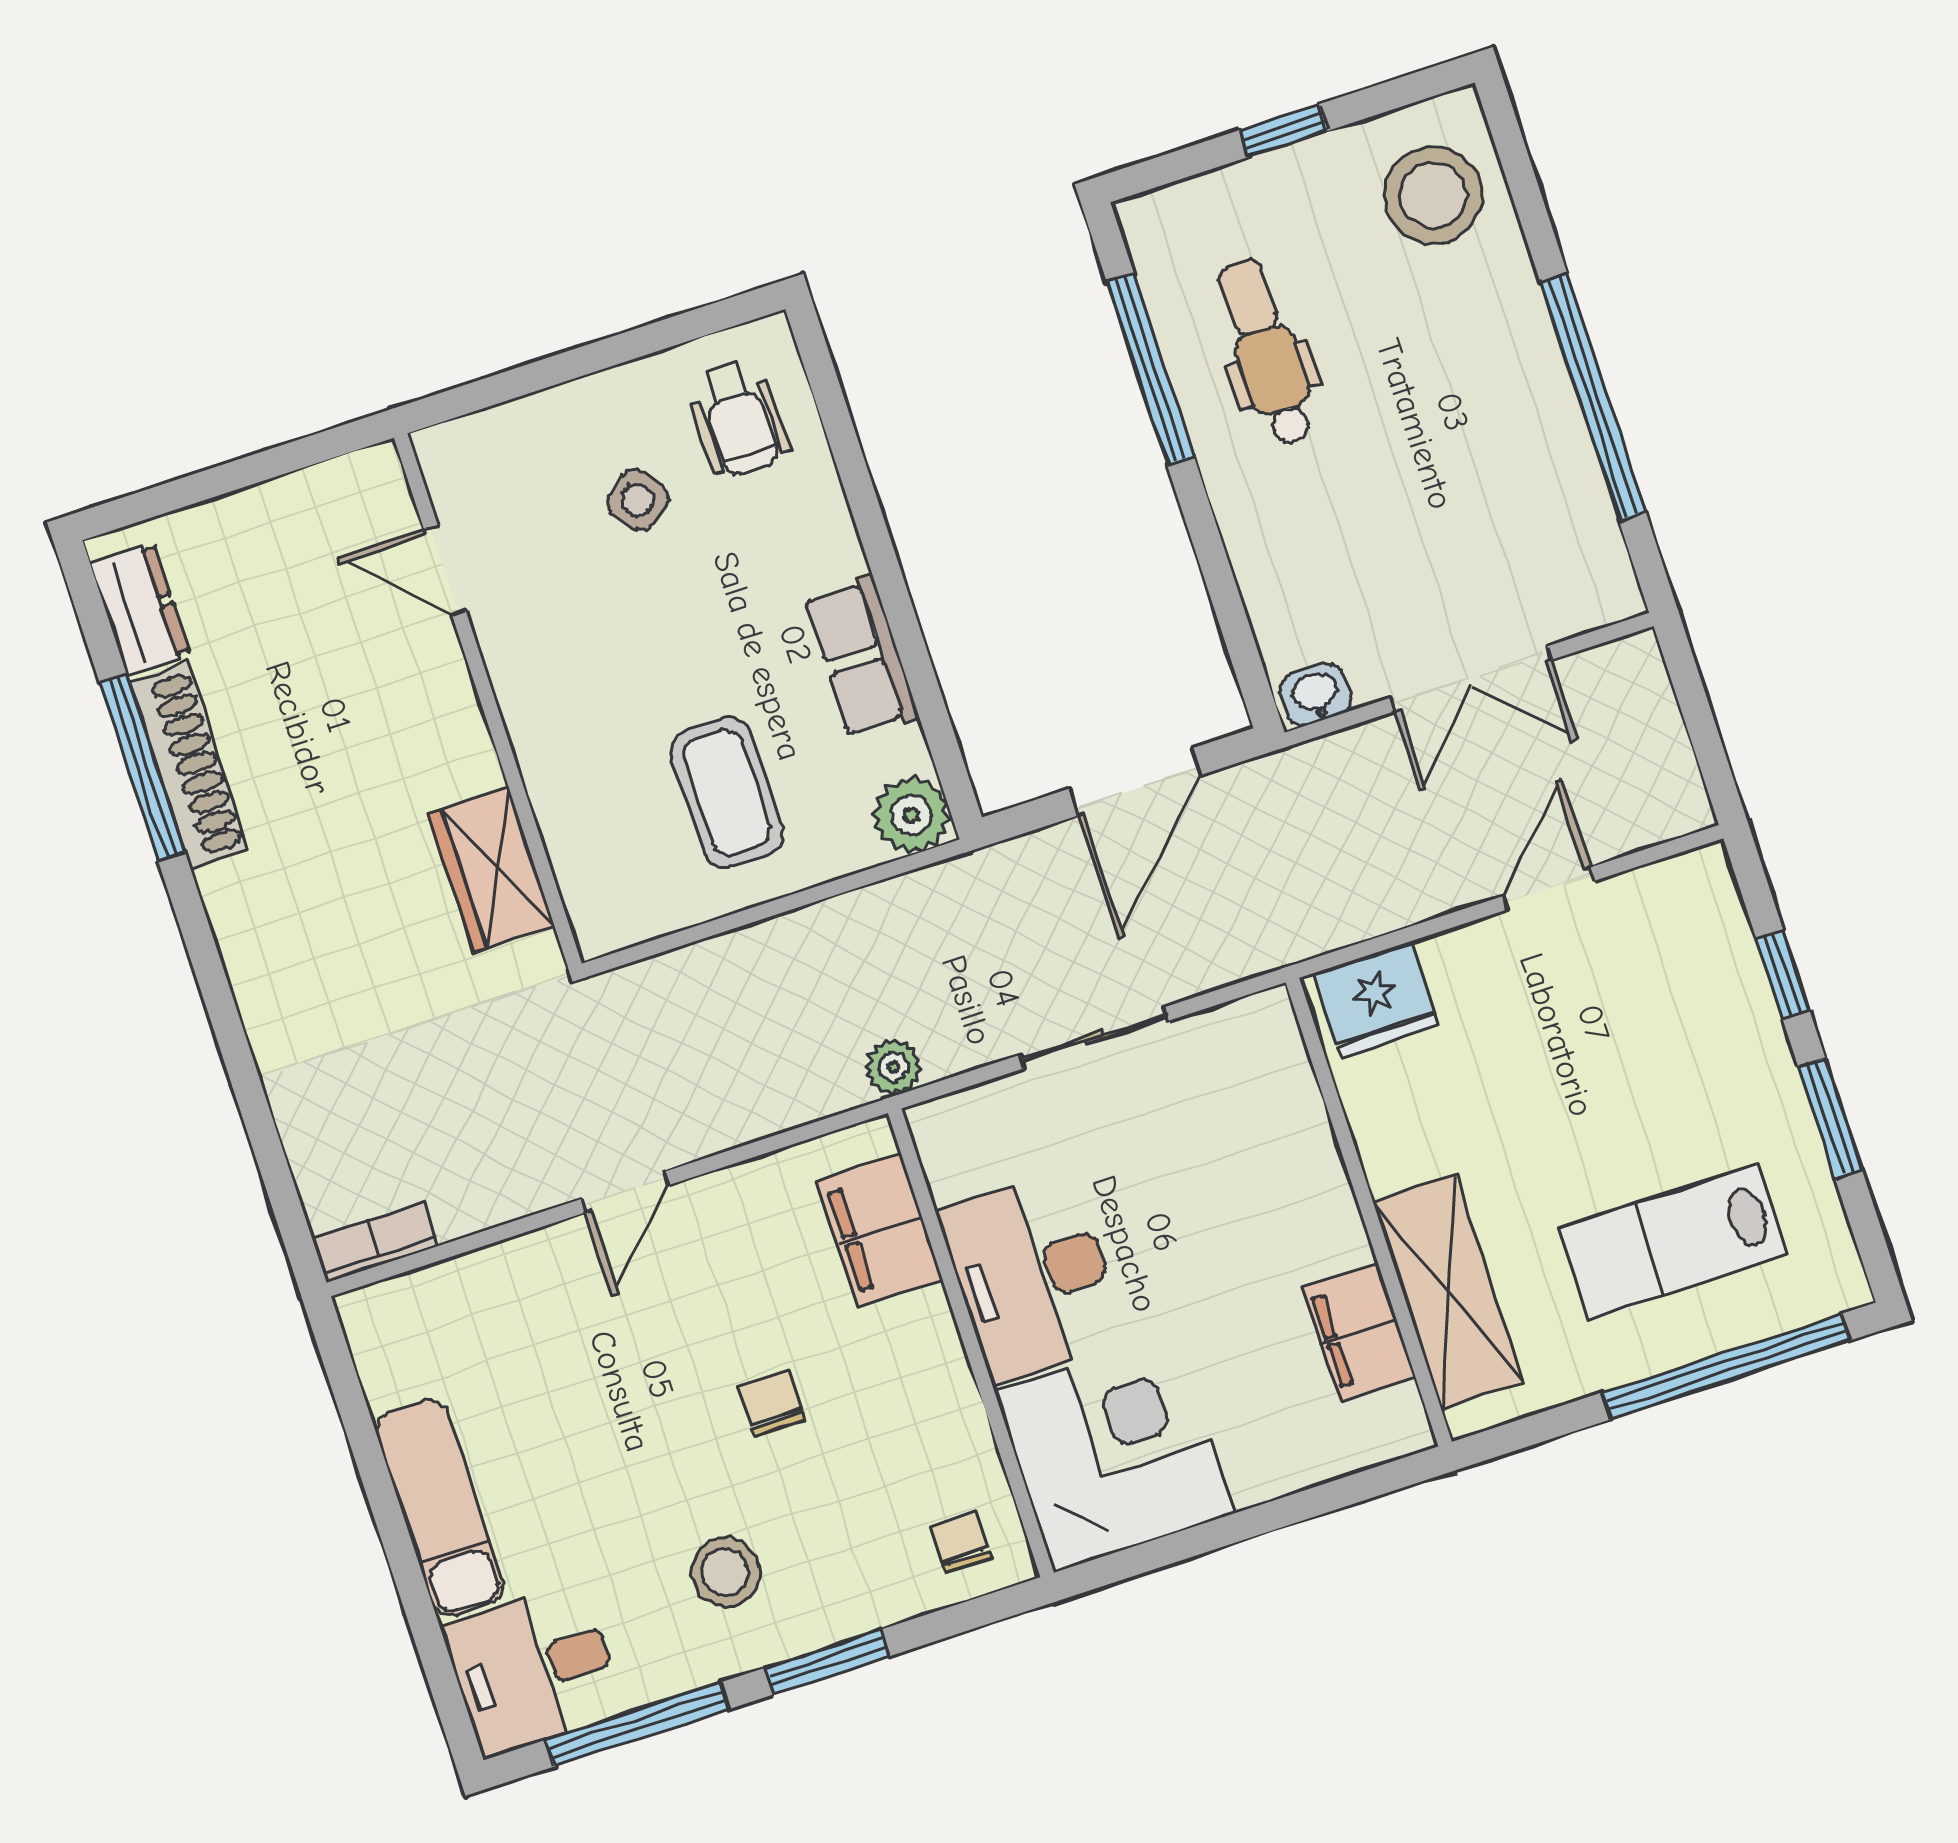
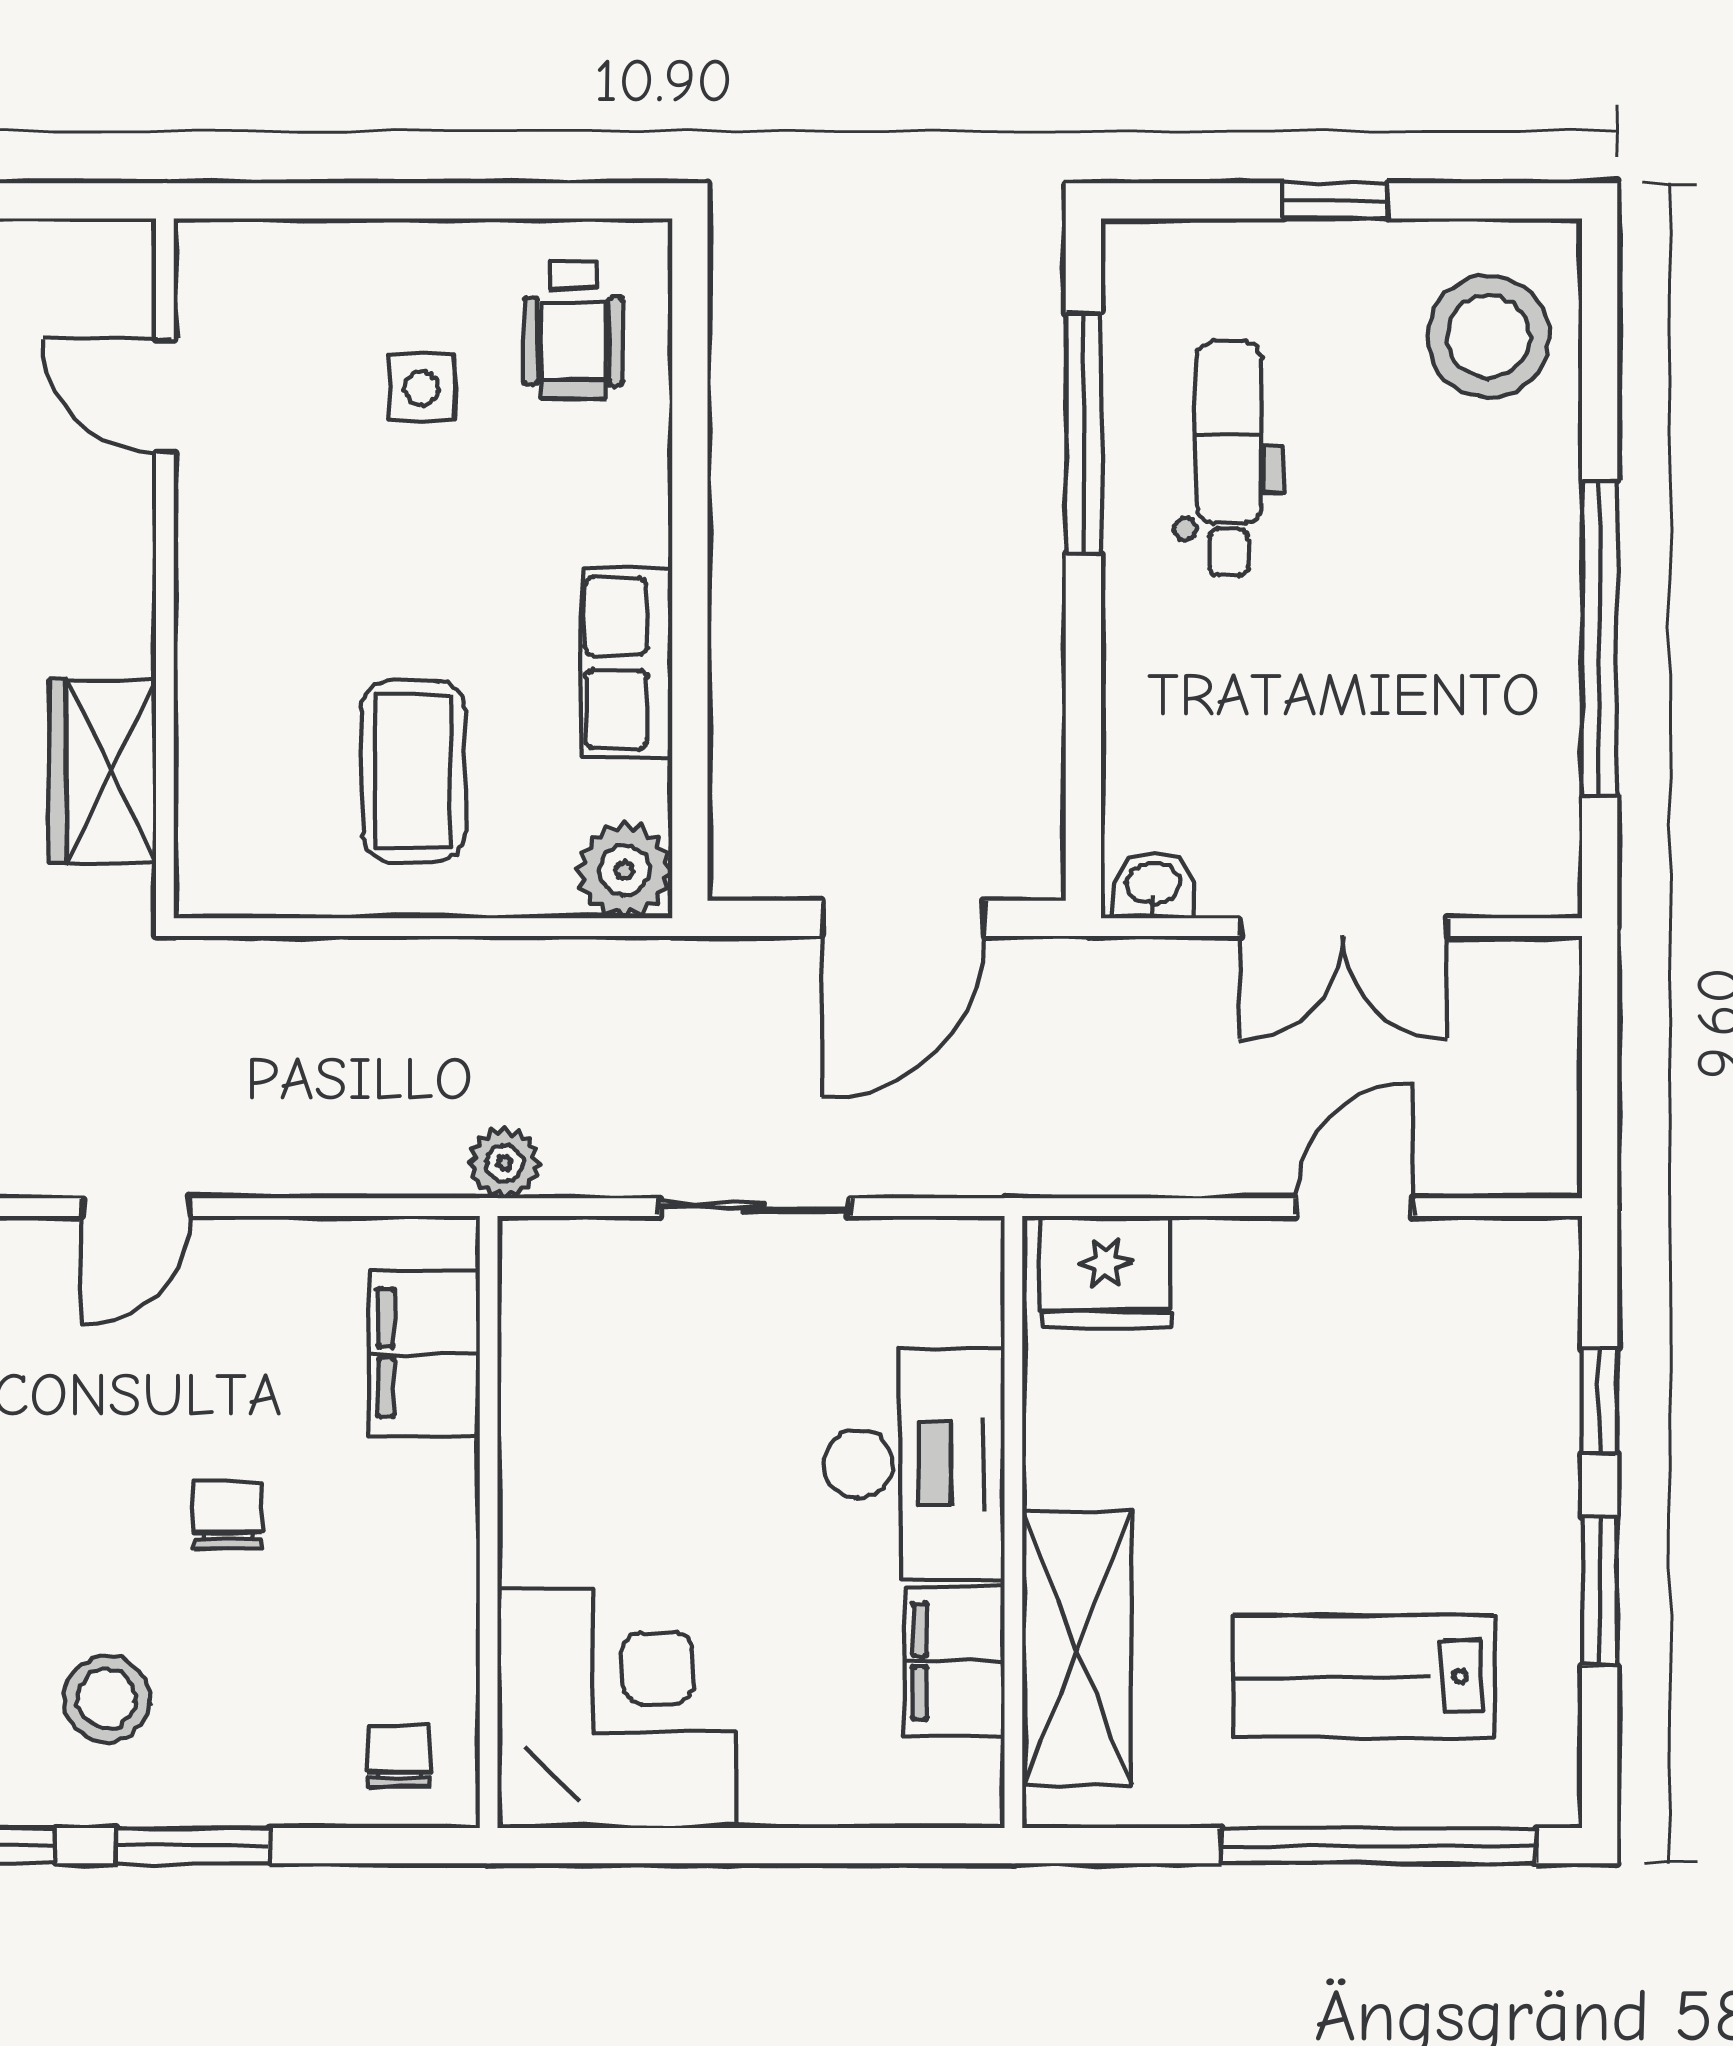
side table: (637, 500) -> (422, 388), turned 36
desk: (1032, 1276) -> (914, 1464), moved, turned 180

